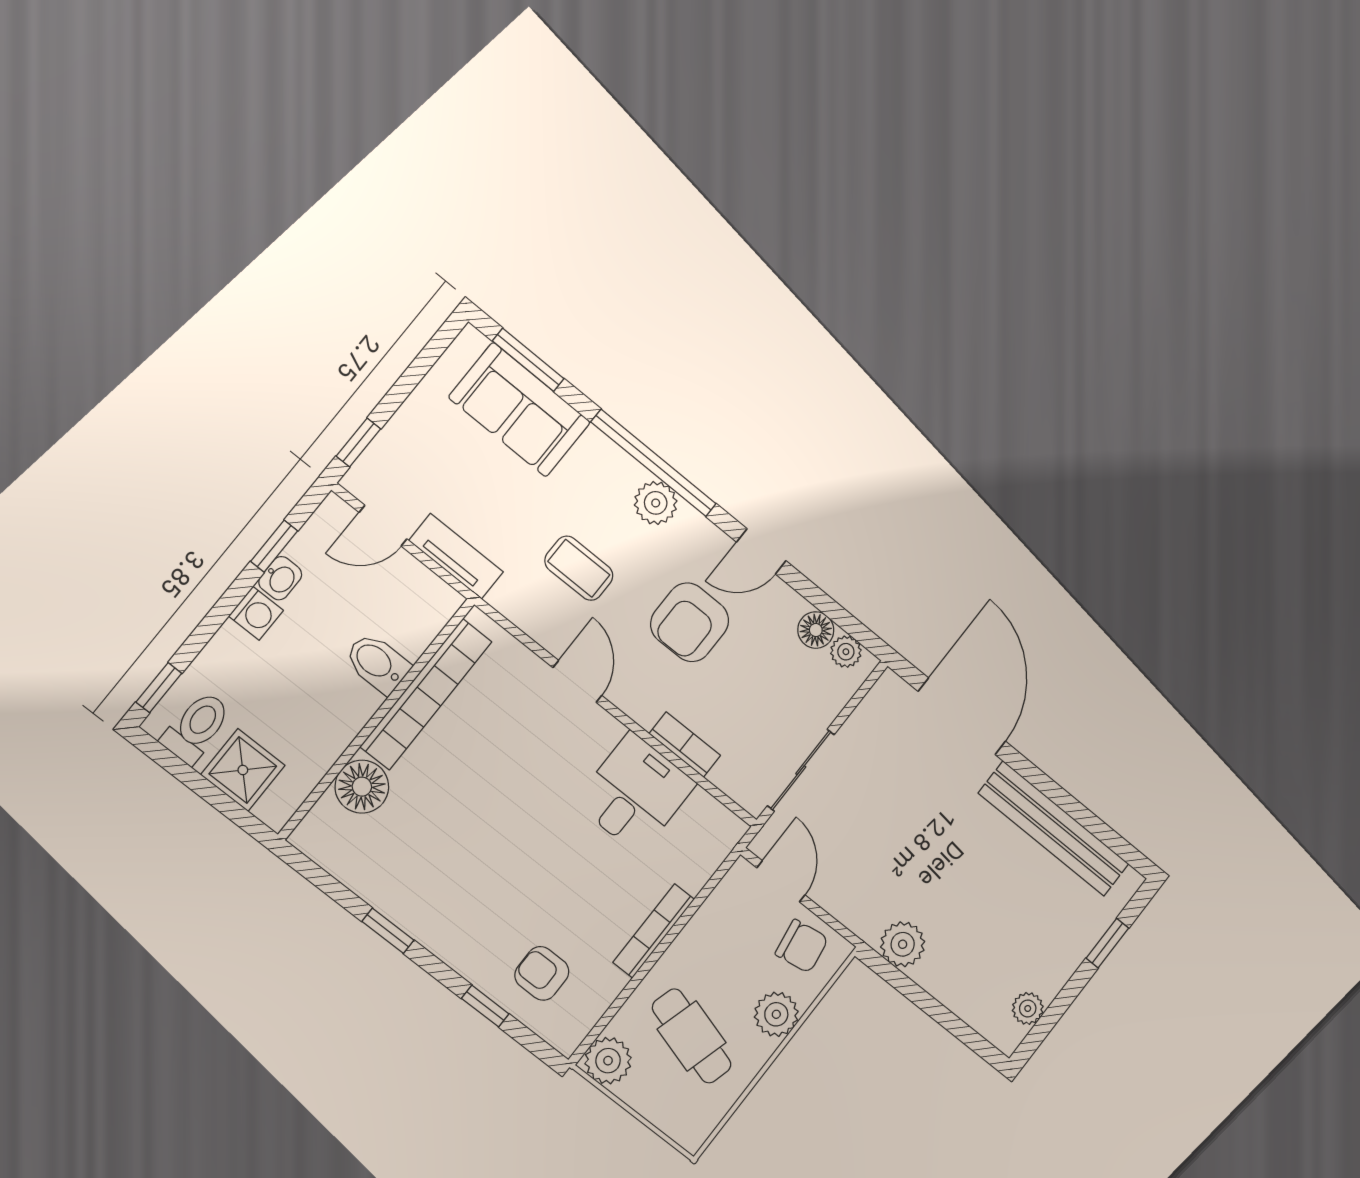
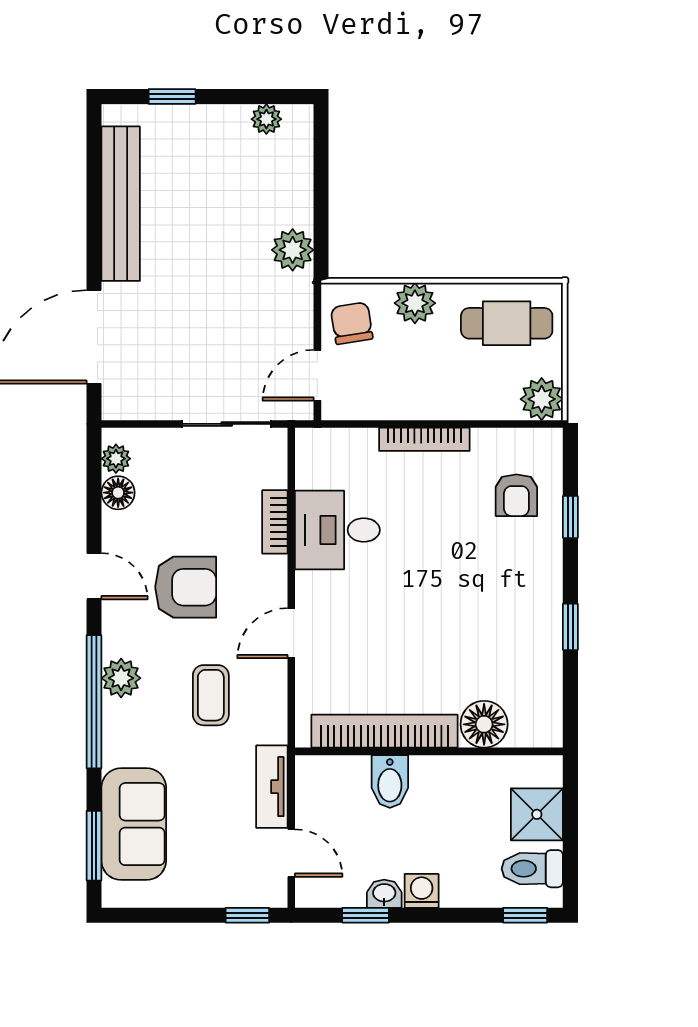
cafe table: (692, 1036) -> (507, 323), moved, turned 74

